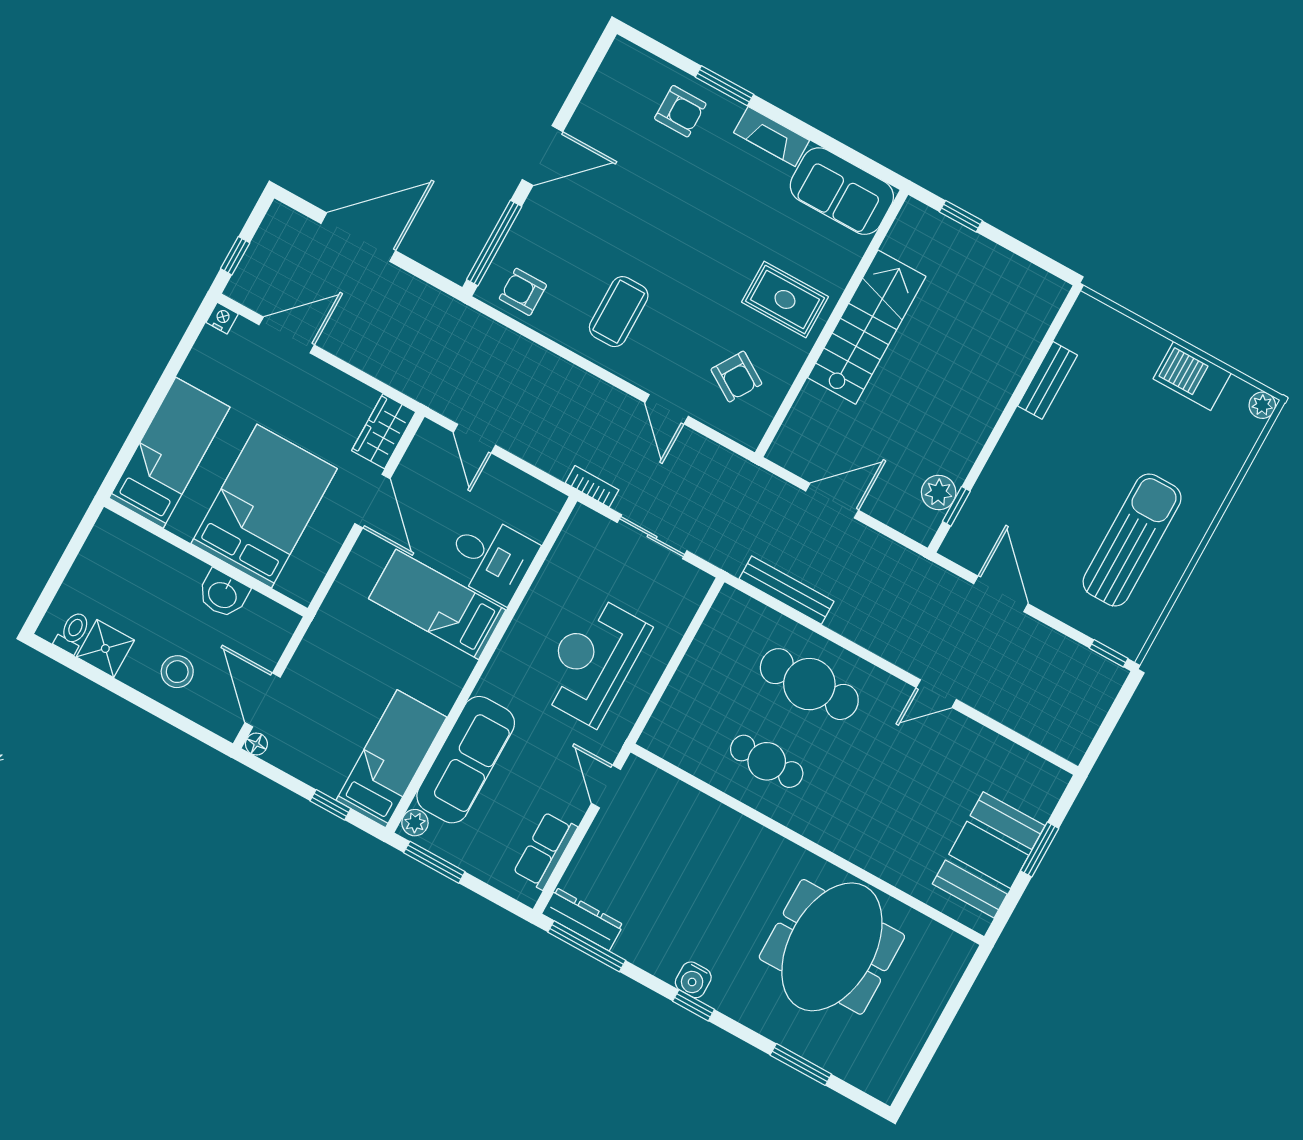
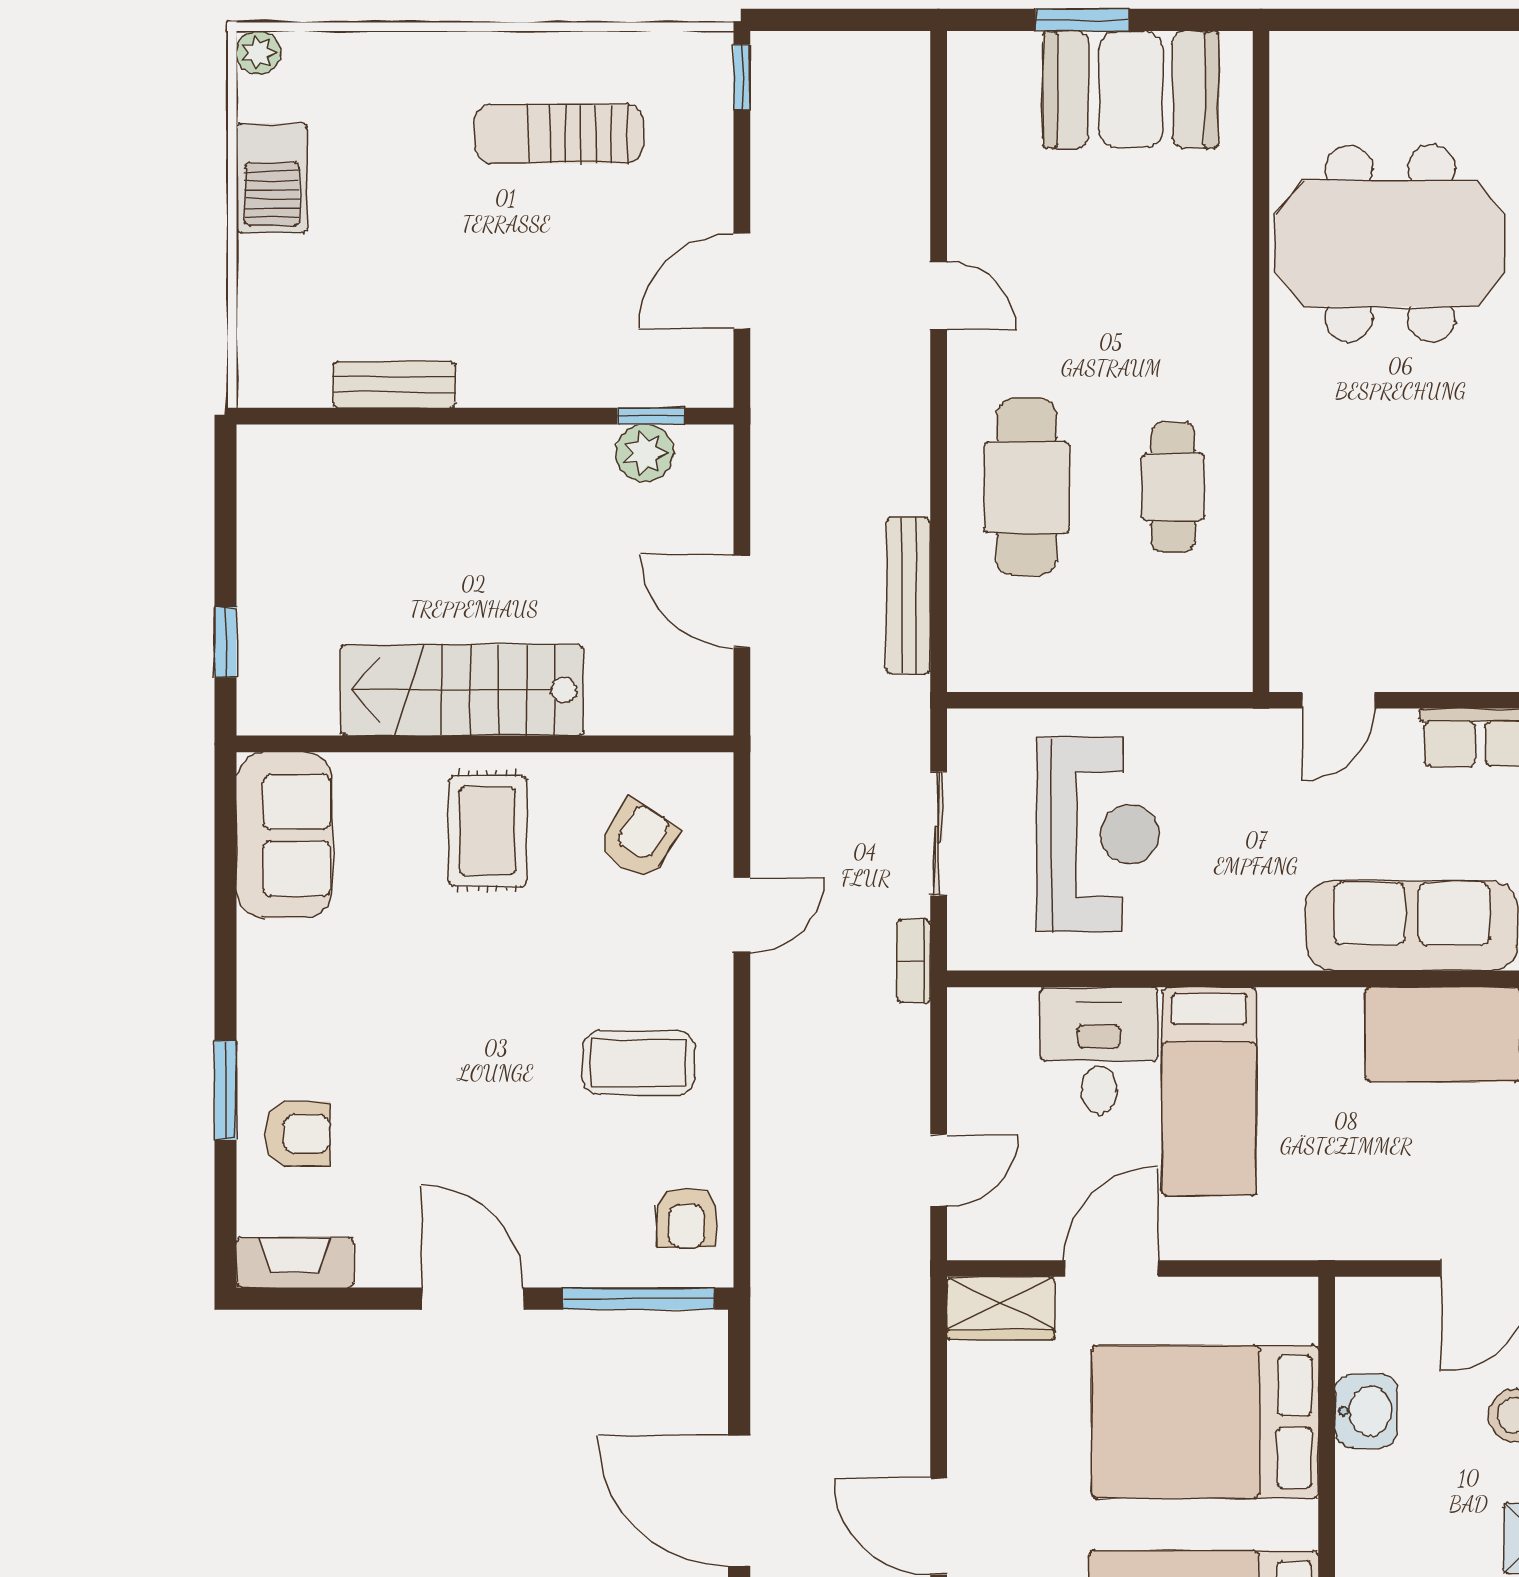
armchair: (680, 111) -> (298, 1134), turned 90
fireplace: (772, 136) -> (295, 1263), moved, turned -90
sun lounger: (1132, 540) -> (558, 134), width x0.73, depth x0.75
reception desk: (593, 661) -> (1098, 834), moved, turned -90

